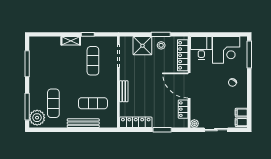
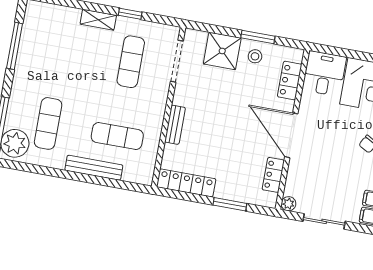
locker: (183, 55) -> (290, 80), width x0.66

